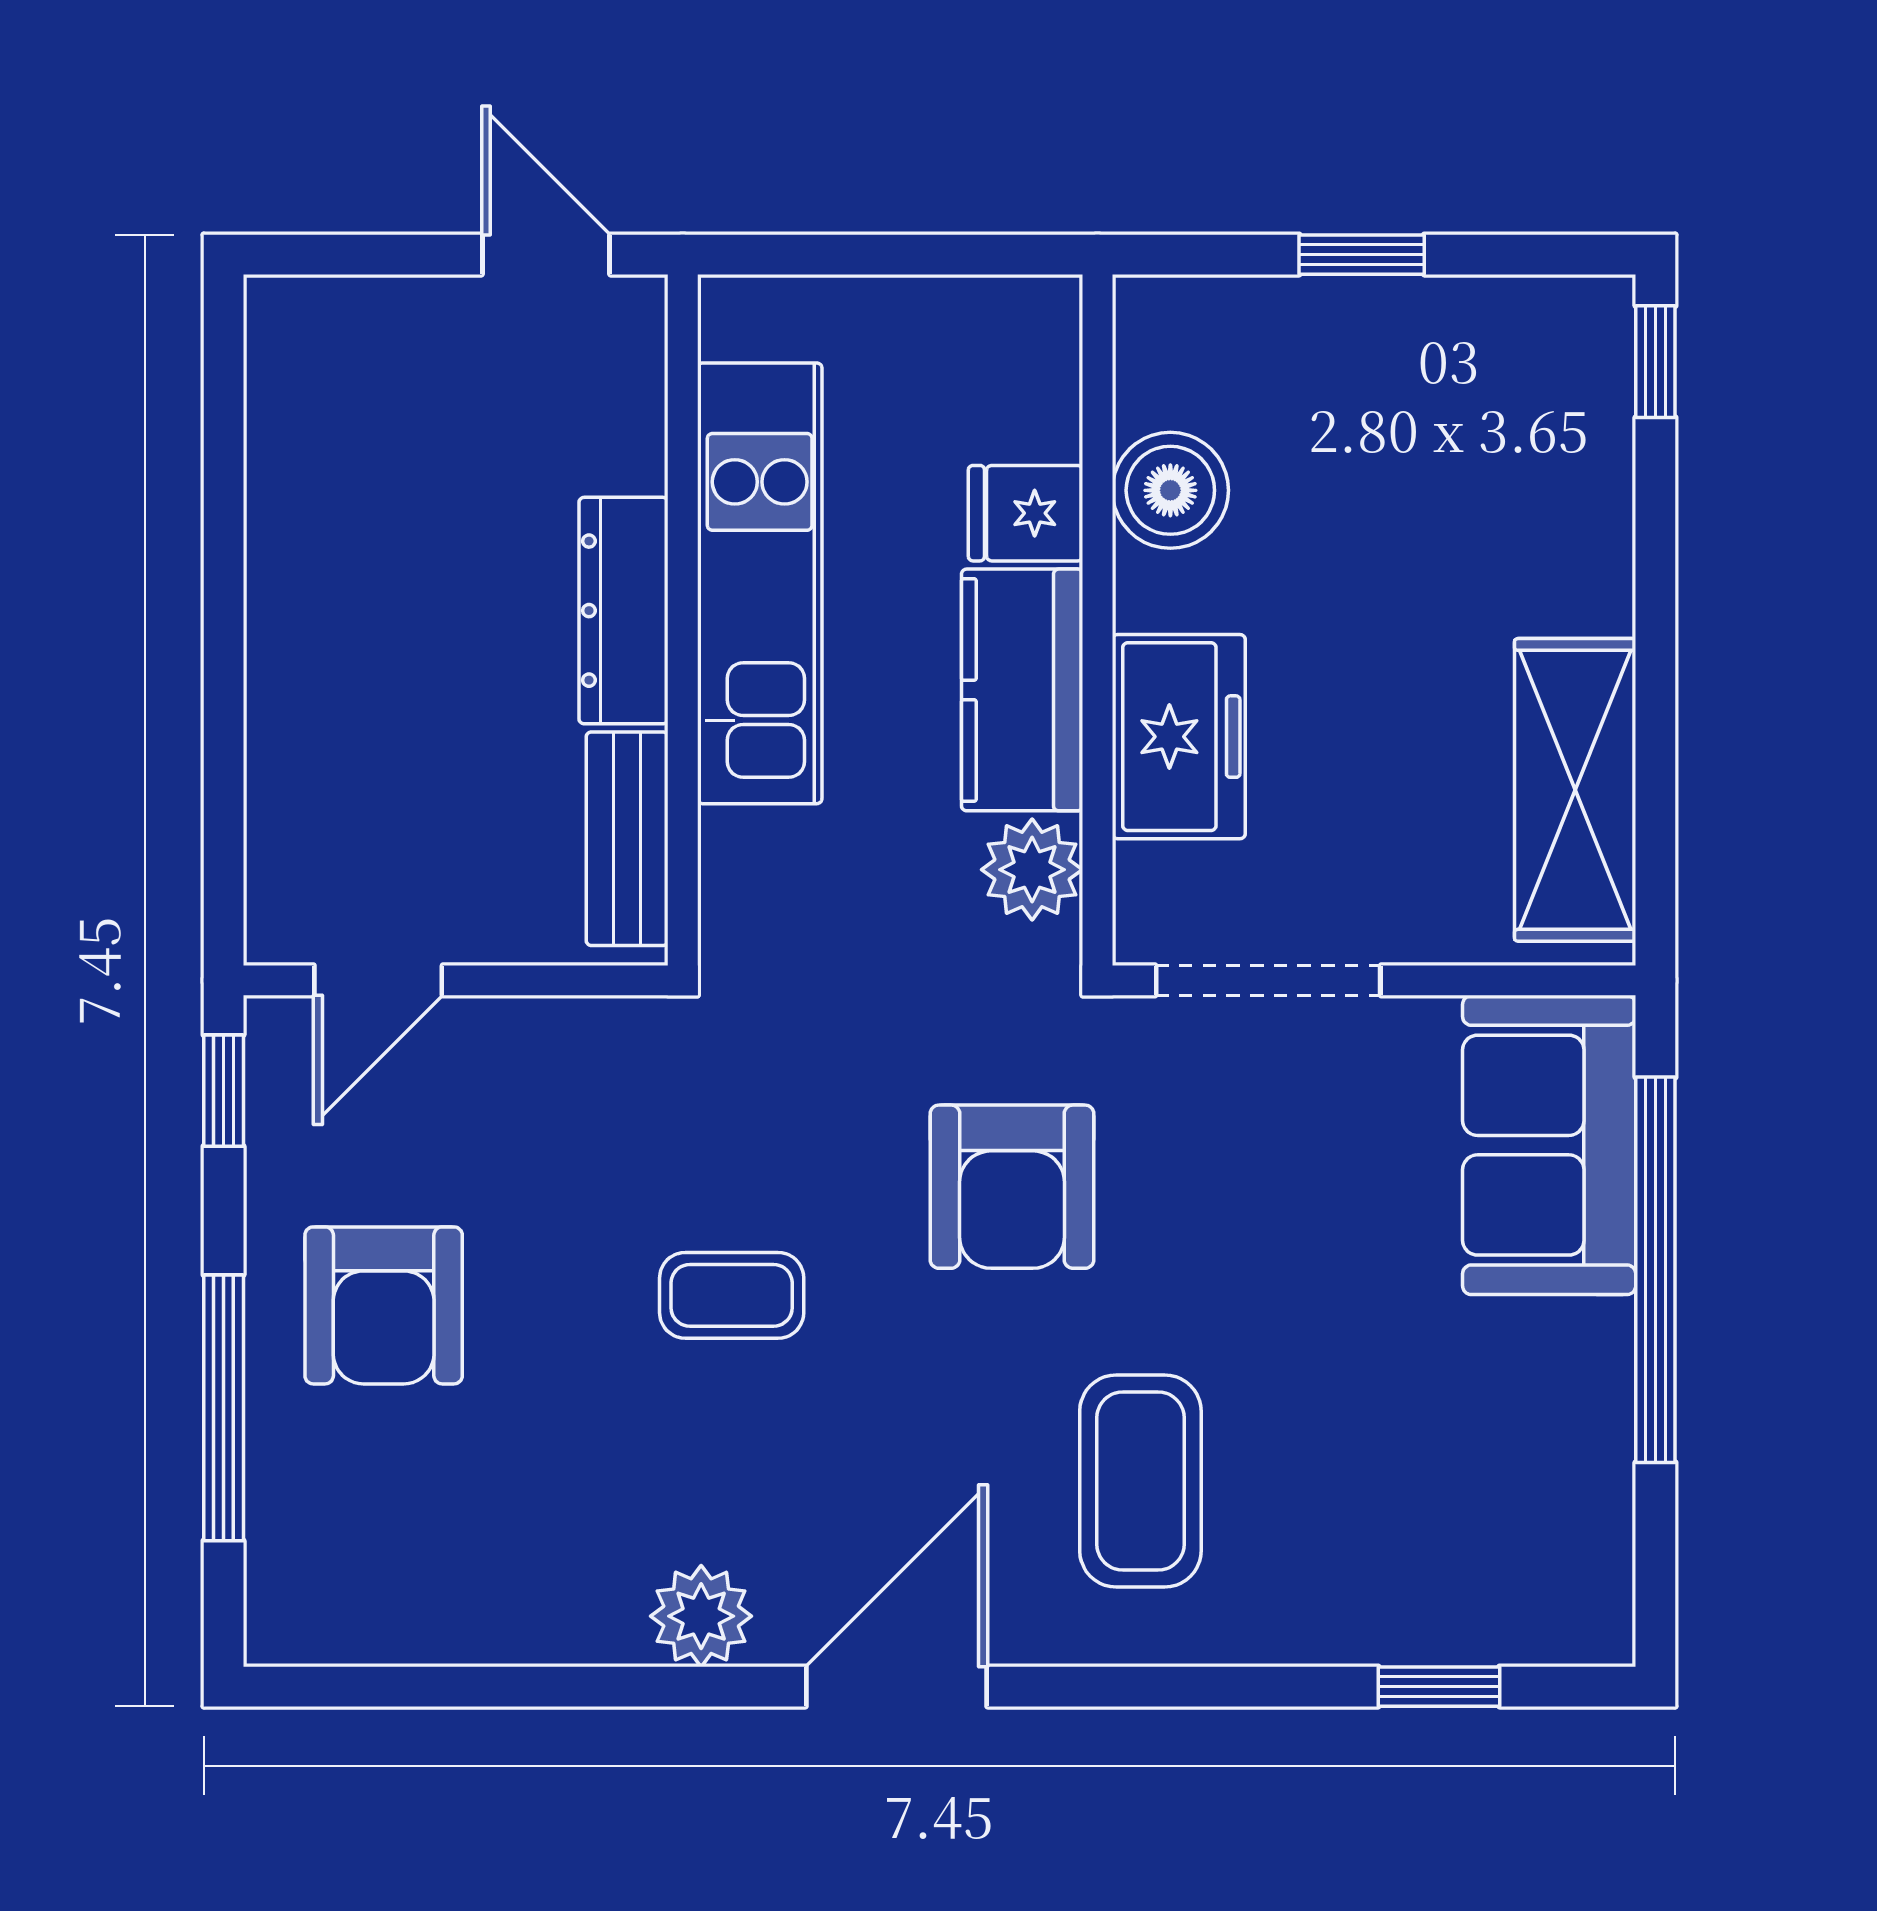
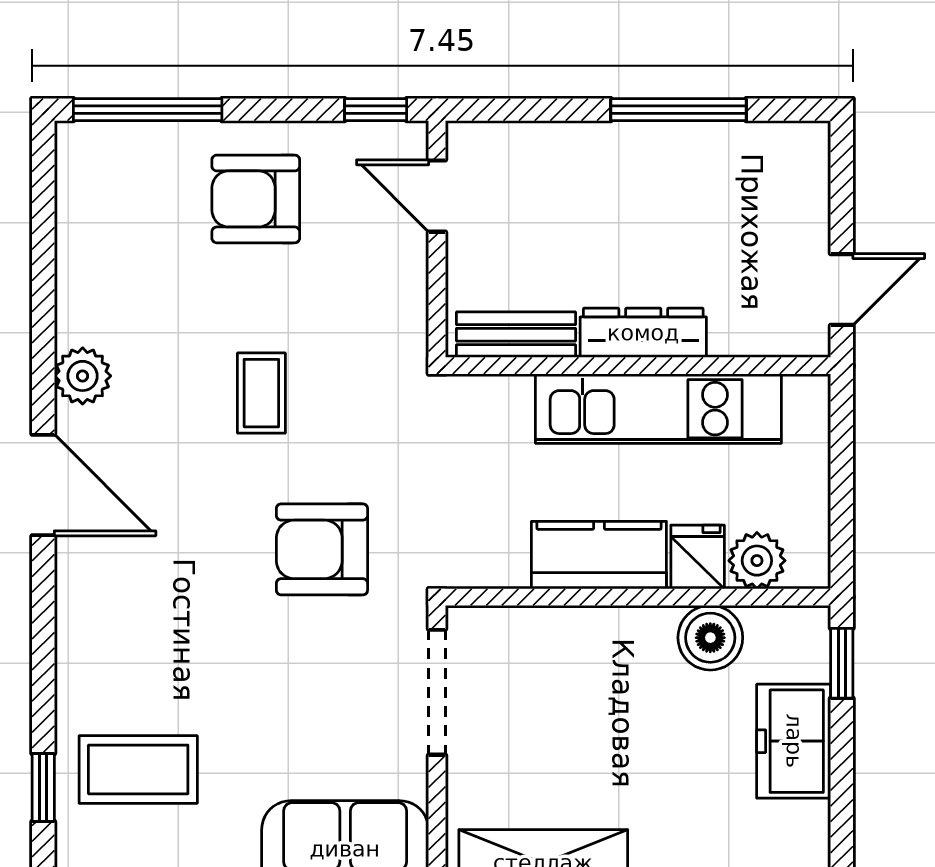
window: (1362, 255) -> (842, 663), moved
window: (224, 547) -> (679, 110), added
freezer: (1179, 737) -> (794, 741), moved, turned 90
plant: (1032, 870) -> (757, 561), moved
window: (224, 1408) -> (148, 110), moved
coffee table: (1140, 1481) -> (138, 769), moved

